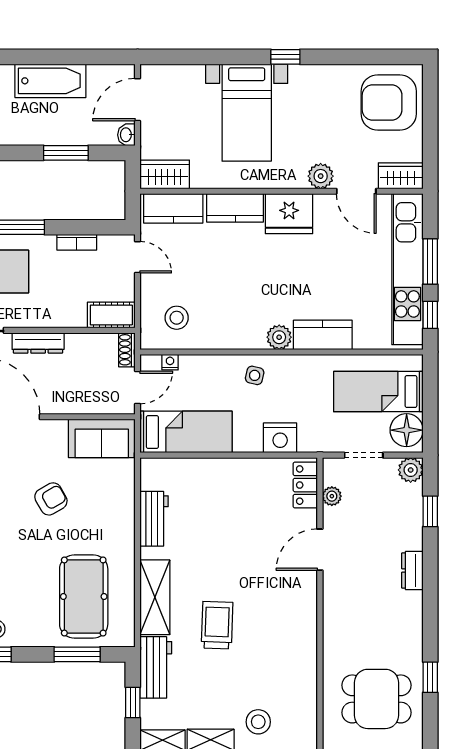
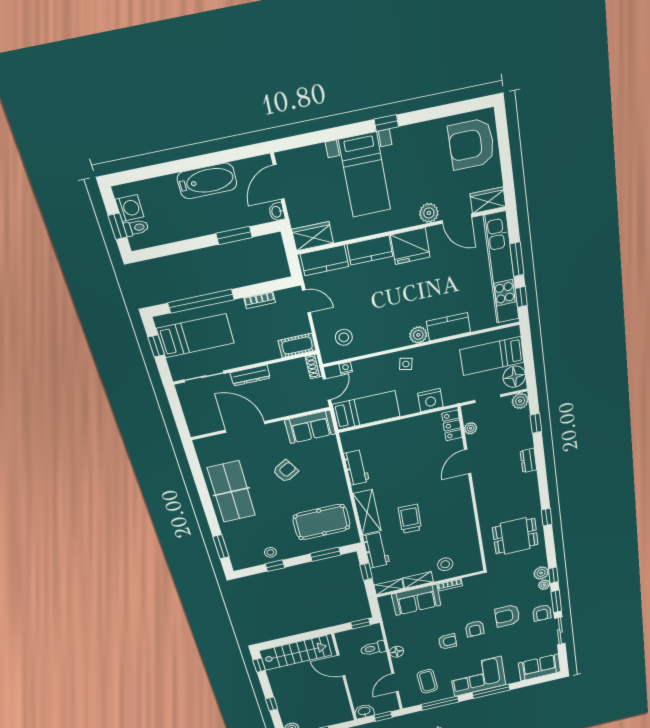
pool table: (84, 597) -> (322, 522), turned 90

